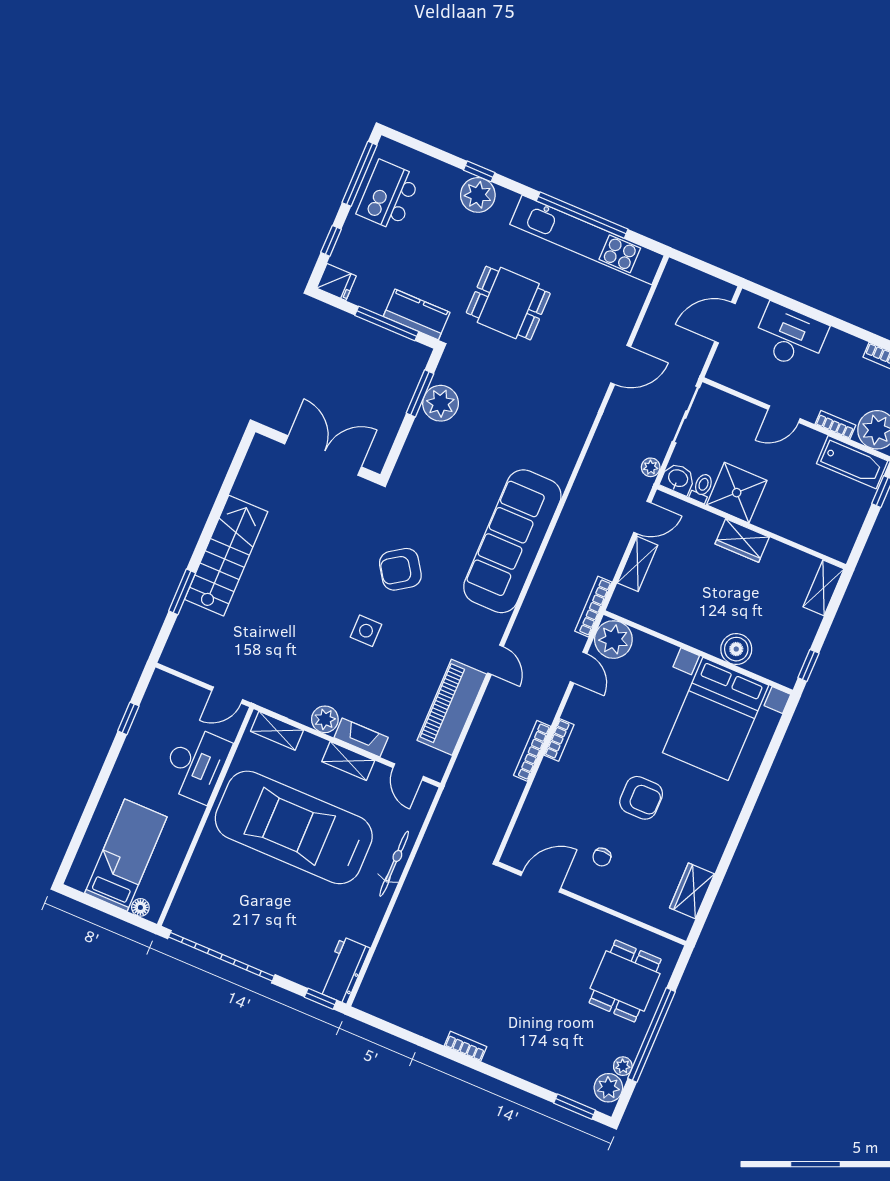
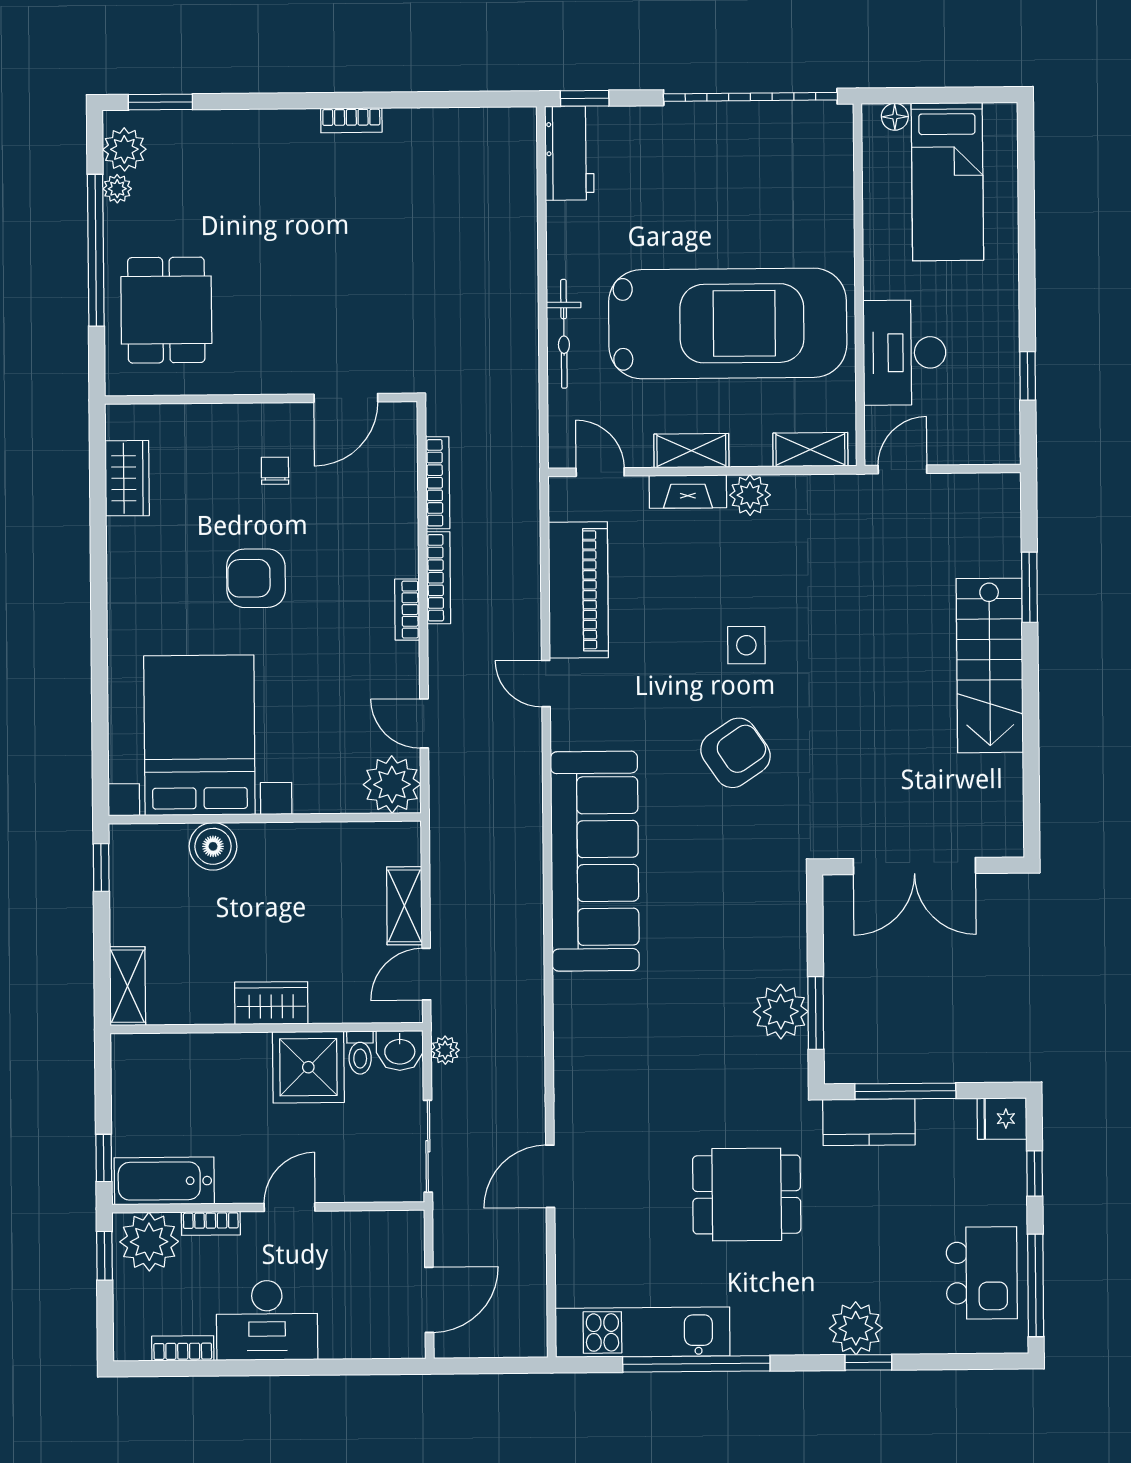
kitchen unit: (587, 240) -> (643, 1332), width x0.73
desk: (790, 337) -> (267, 1320), moved
bookcase: (593, 607) -> (438, 483), moved

